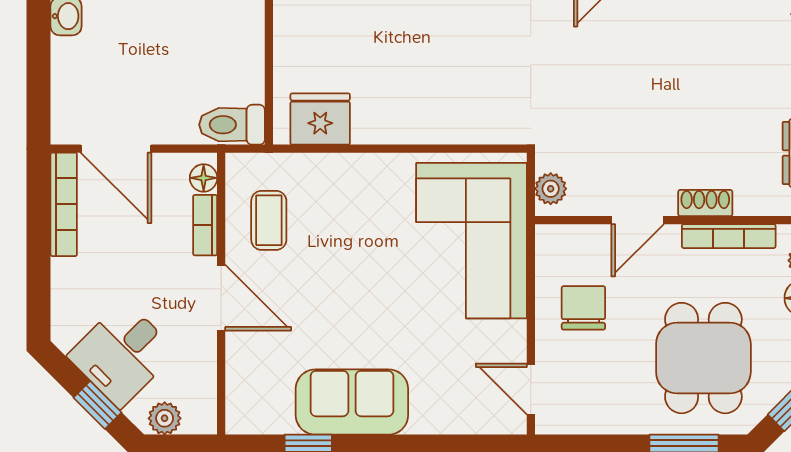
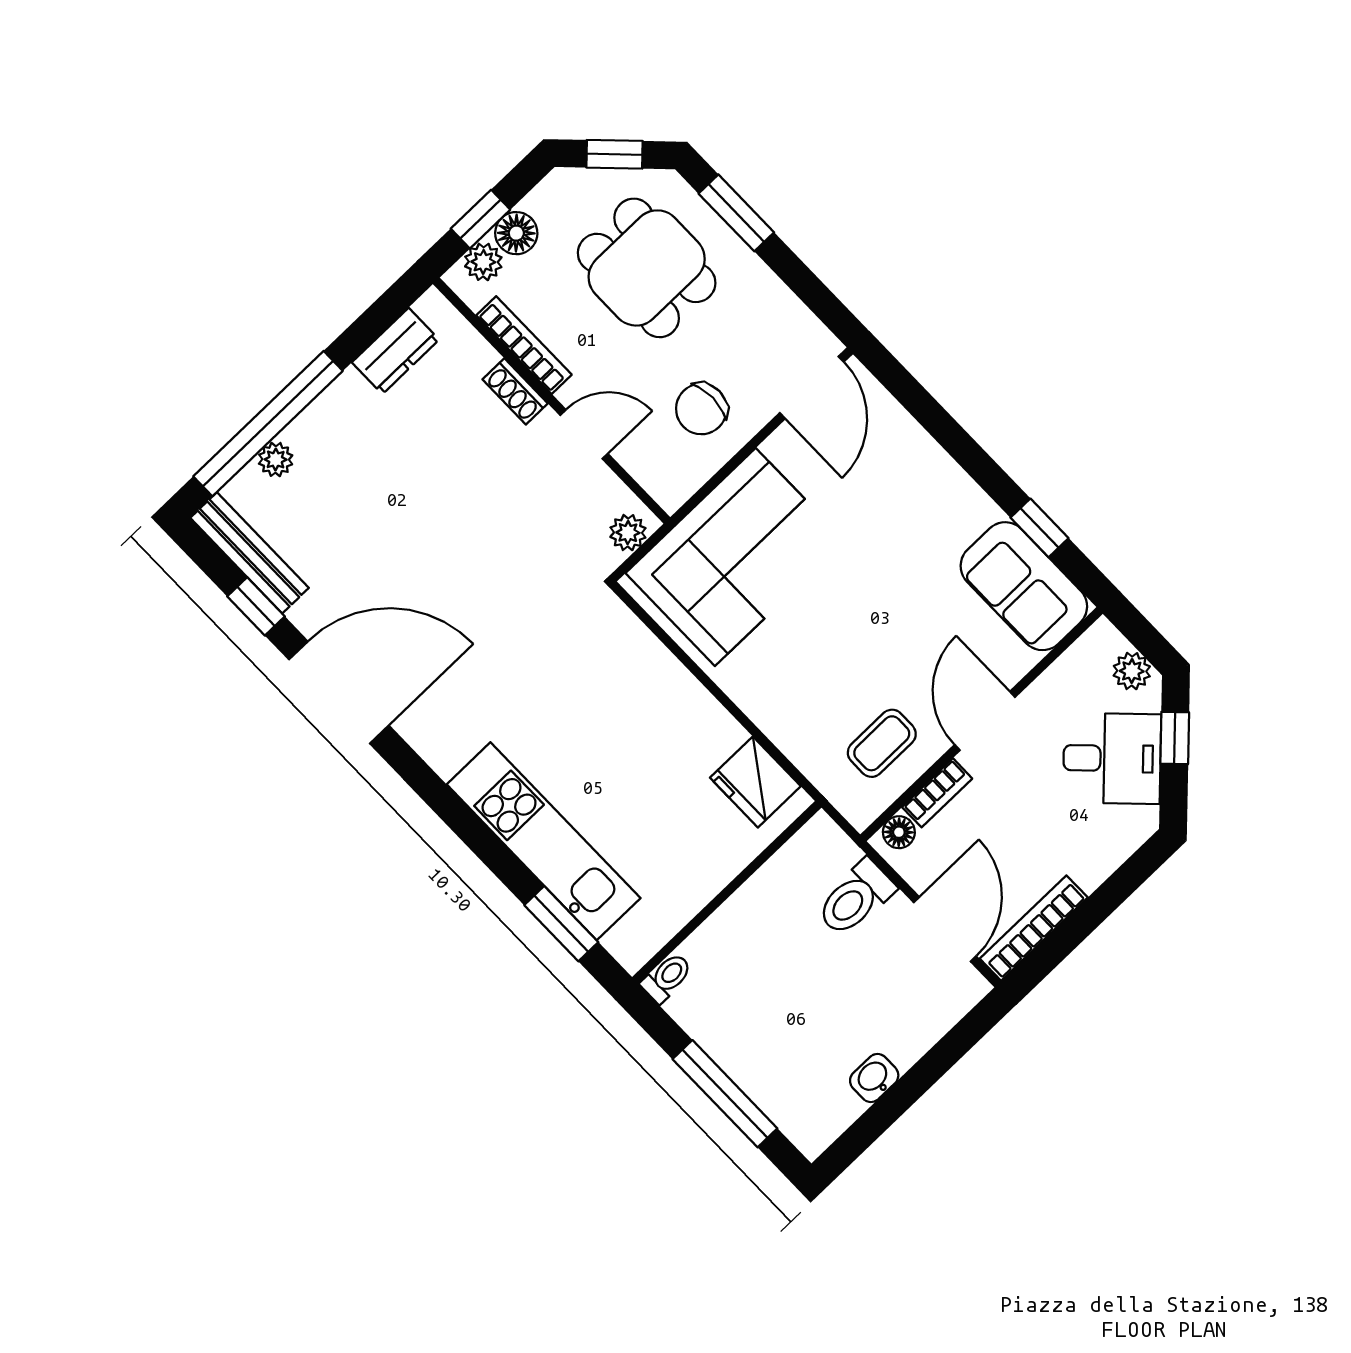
toilet: (232, 125) -> (856, 898), moved, turned 90
dining table: (703, 358) -> (647, 268), turned 90
door: (531, 389) -> (812, 387), width x1.38
sofa: (352, 402) -> (1024, 586), moved

